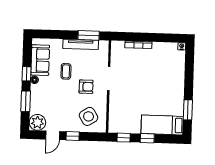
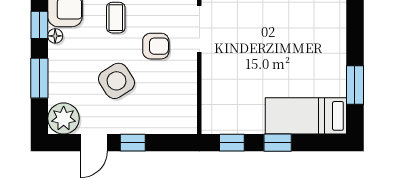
side table: (89, 116) -> (116, 81), moved

